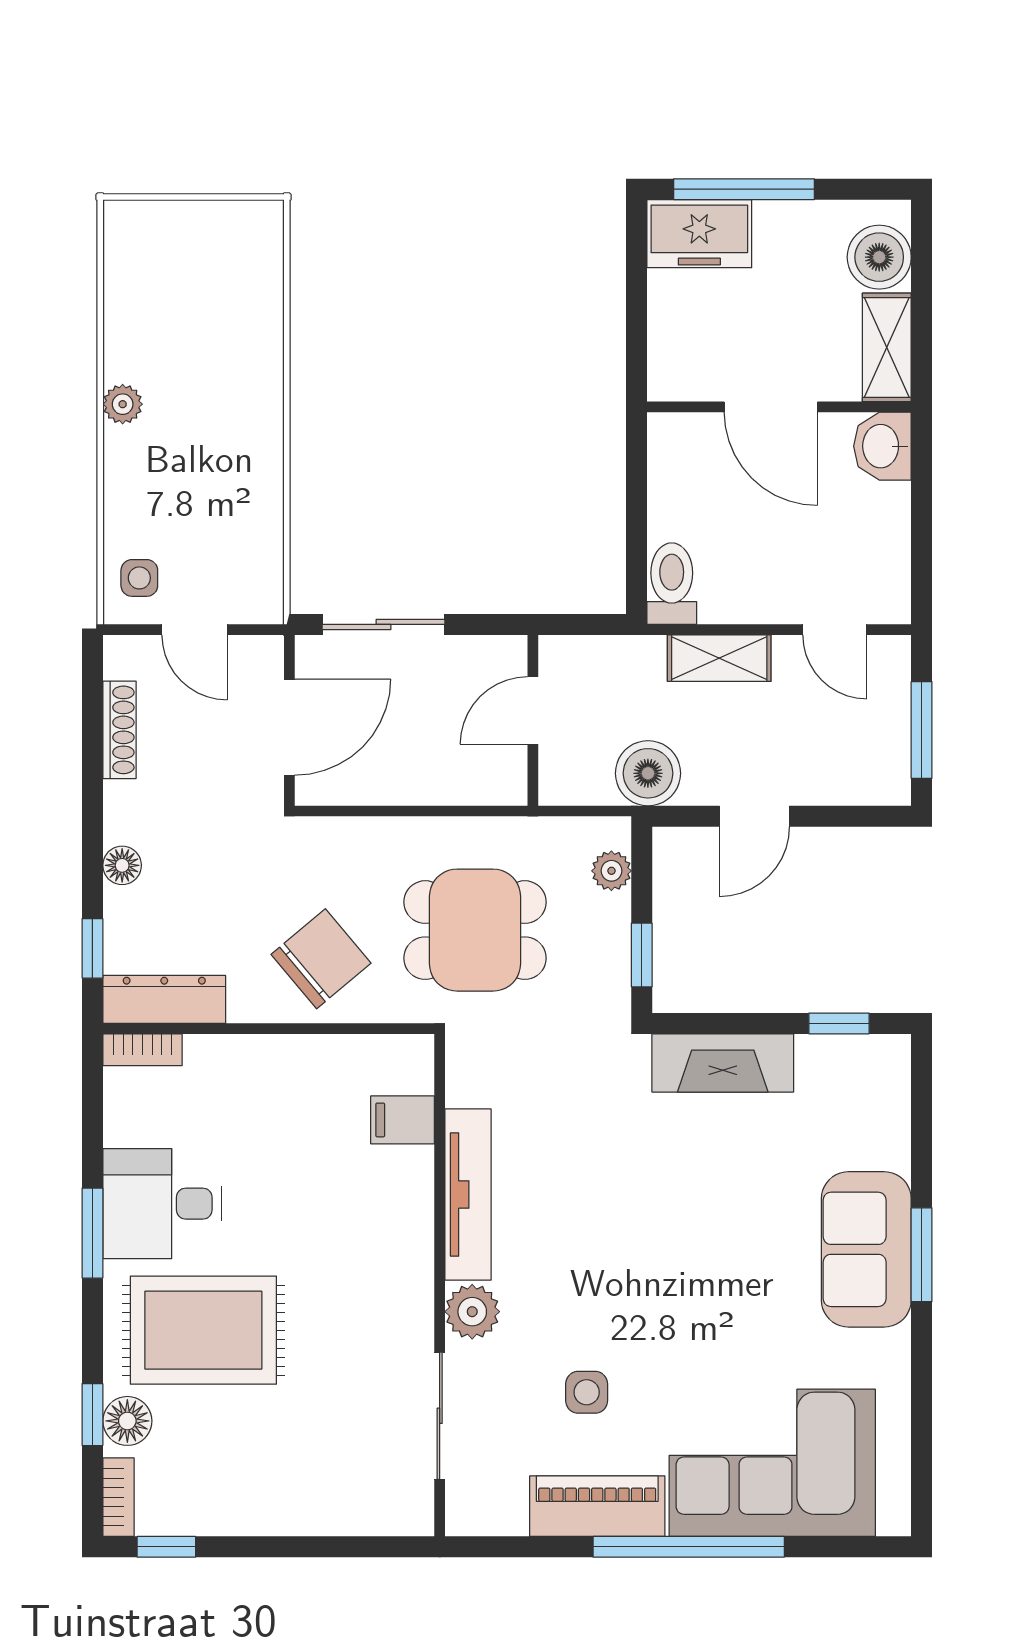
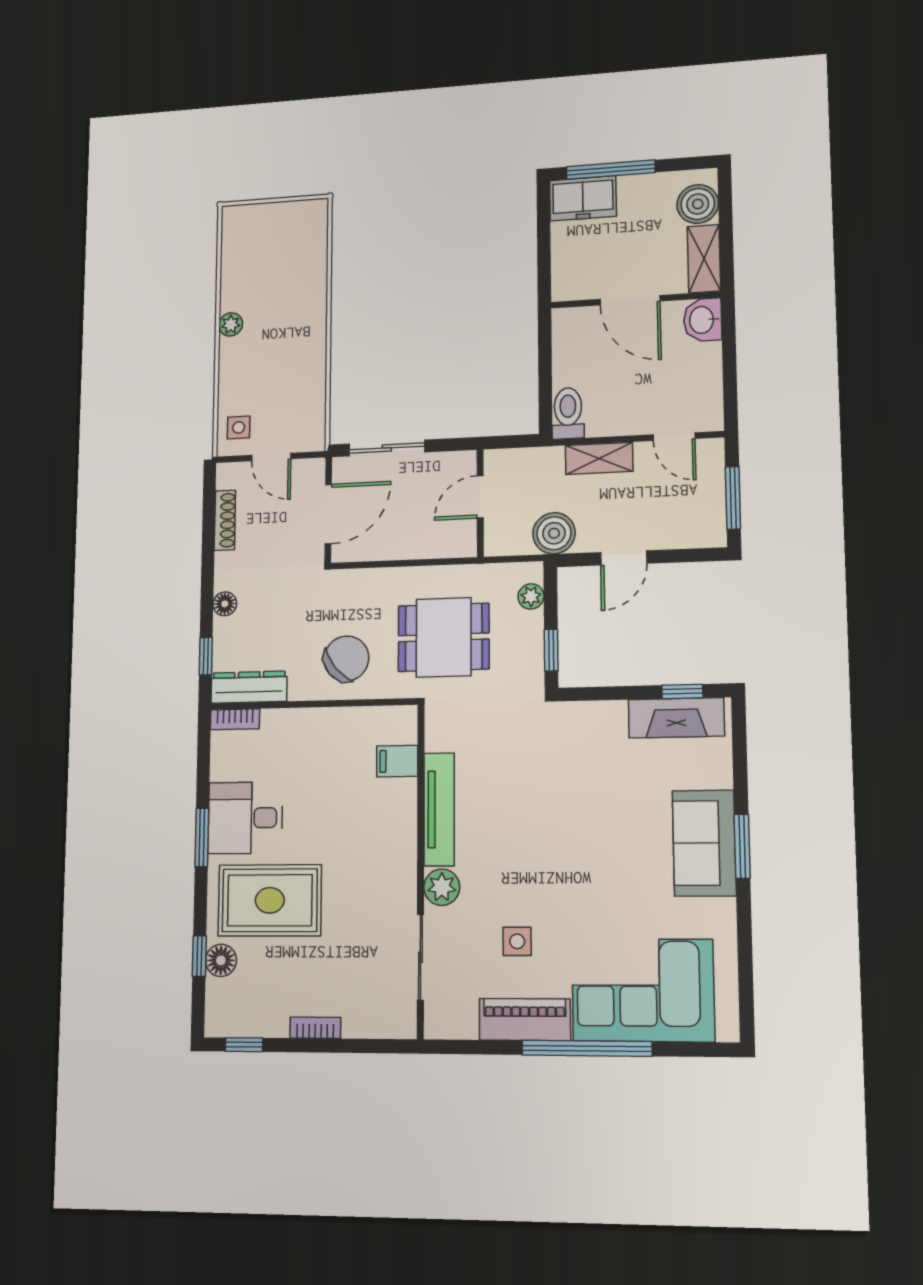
fireplace: (723, 1063) -> (676, 718), moved
bookcase: (119, 1497) -> (315, 1028), moved, turned -90

